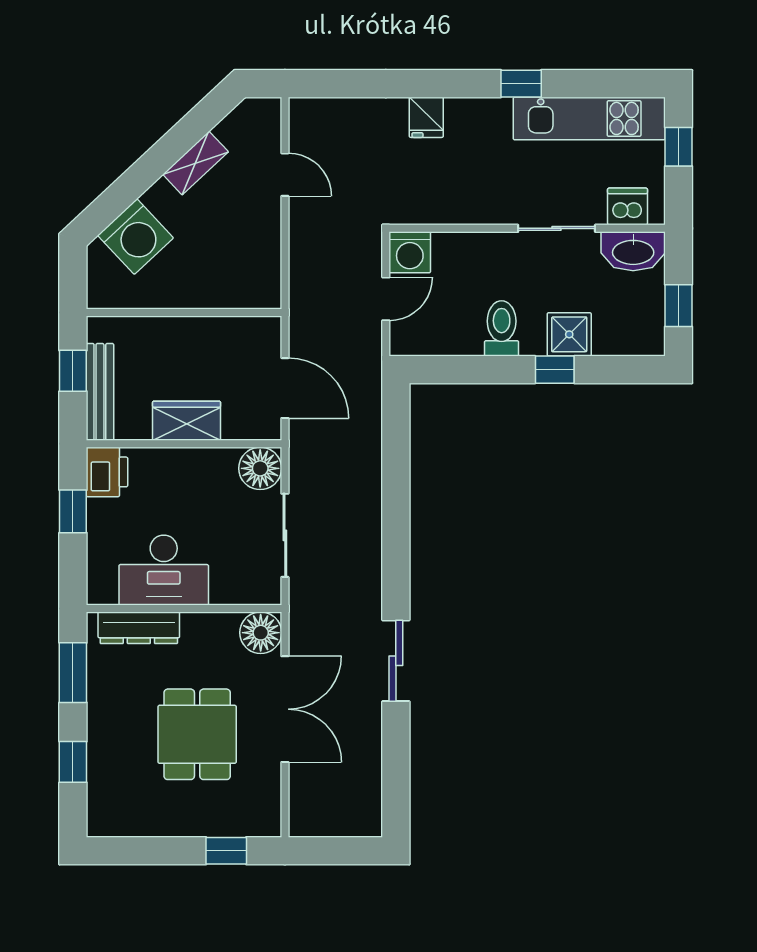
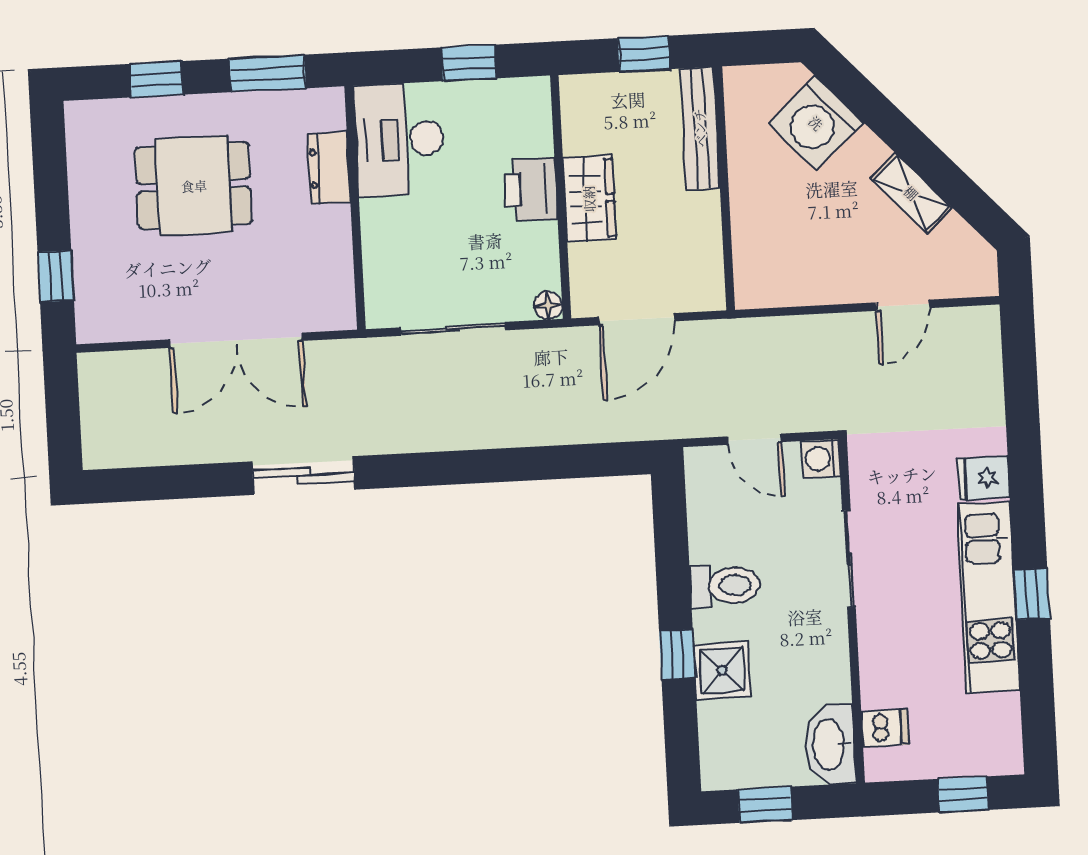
kitchen unit: (589, 118) -> (988, 597), moved
dishwasher: (627, 206) -> (885, 728), width x0.73
sliding door: (557, 228) -> (849, 559), moved
washing machine: (410, 252) -> (821, 459), width x0.73, depth x0.73
bench: (100, 392) -> (700, 128), moved, turned 90
floor lamp: (260, 468) -> (548, 305), width x0.53, depth x0.53
printer: (107, 472) -> (530, 189), moved, turned 90
desk: (164, 570) -> (399, 139), moved
dresser: (139, 628) -> (329, 168), width x0.70
floor lamp: (261, 633) -> (330, 305), removed
dining table: (197, 734) -> (194, 186), moved

